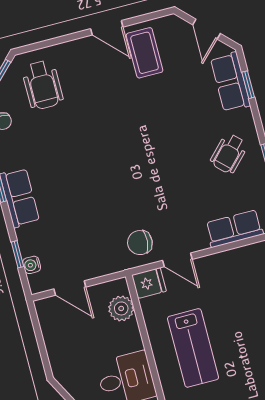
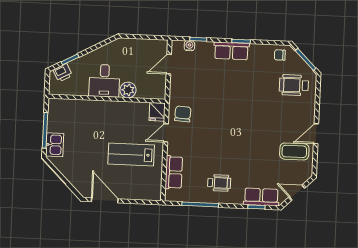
wheelchair: (229, 154) -> (219, 183), turned 136
plant: (121, 308) -> (128, 90), moved
lab bench: (193, 348) -> (131, 155), moved

